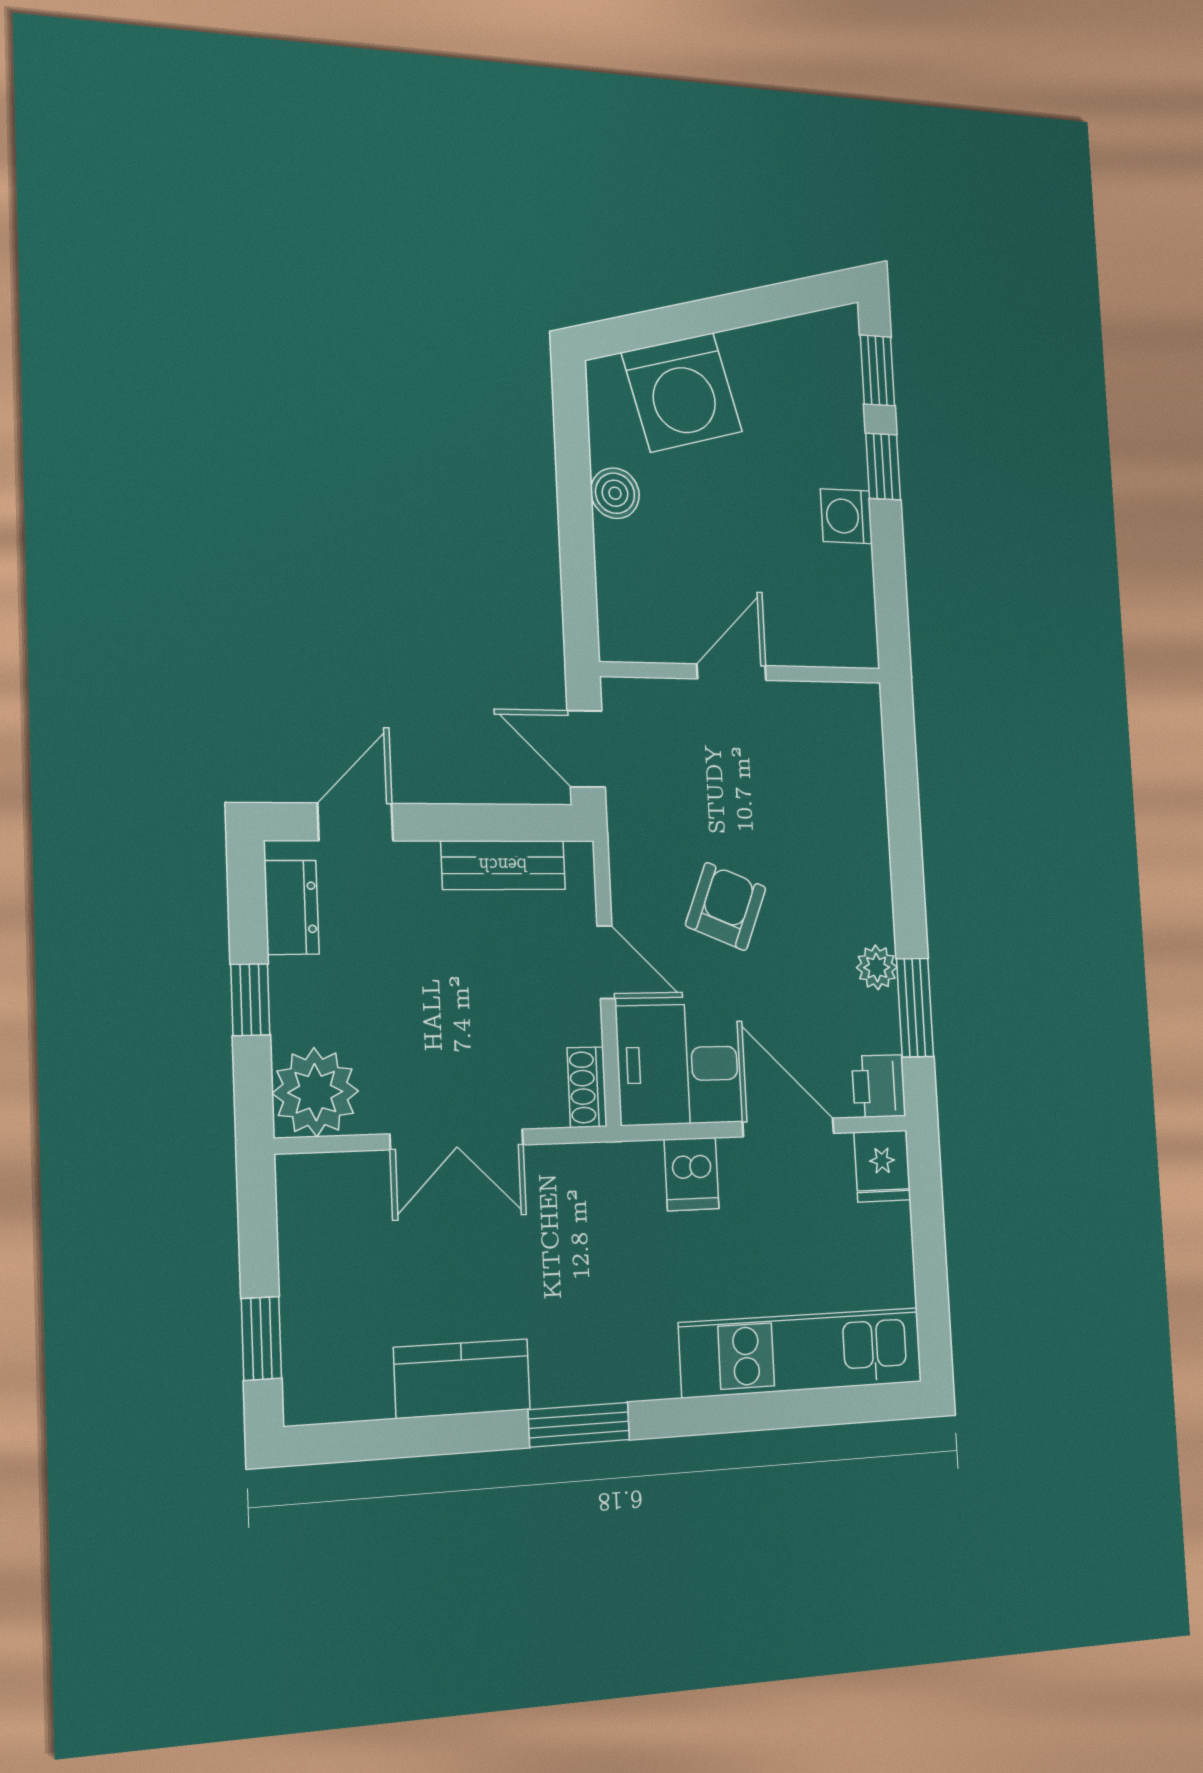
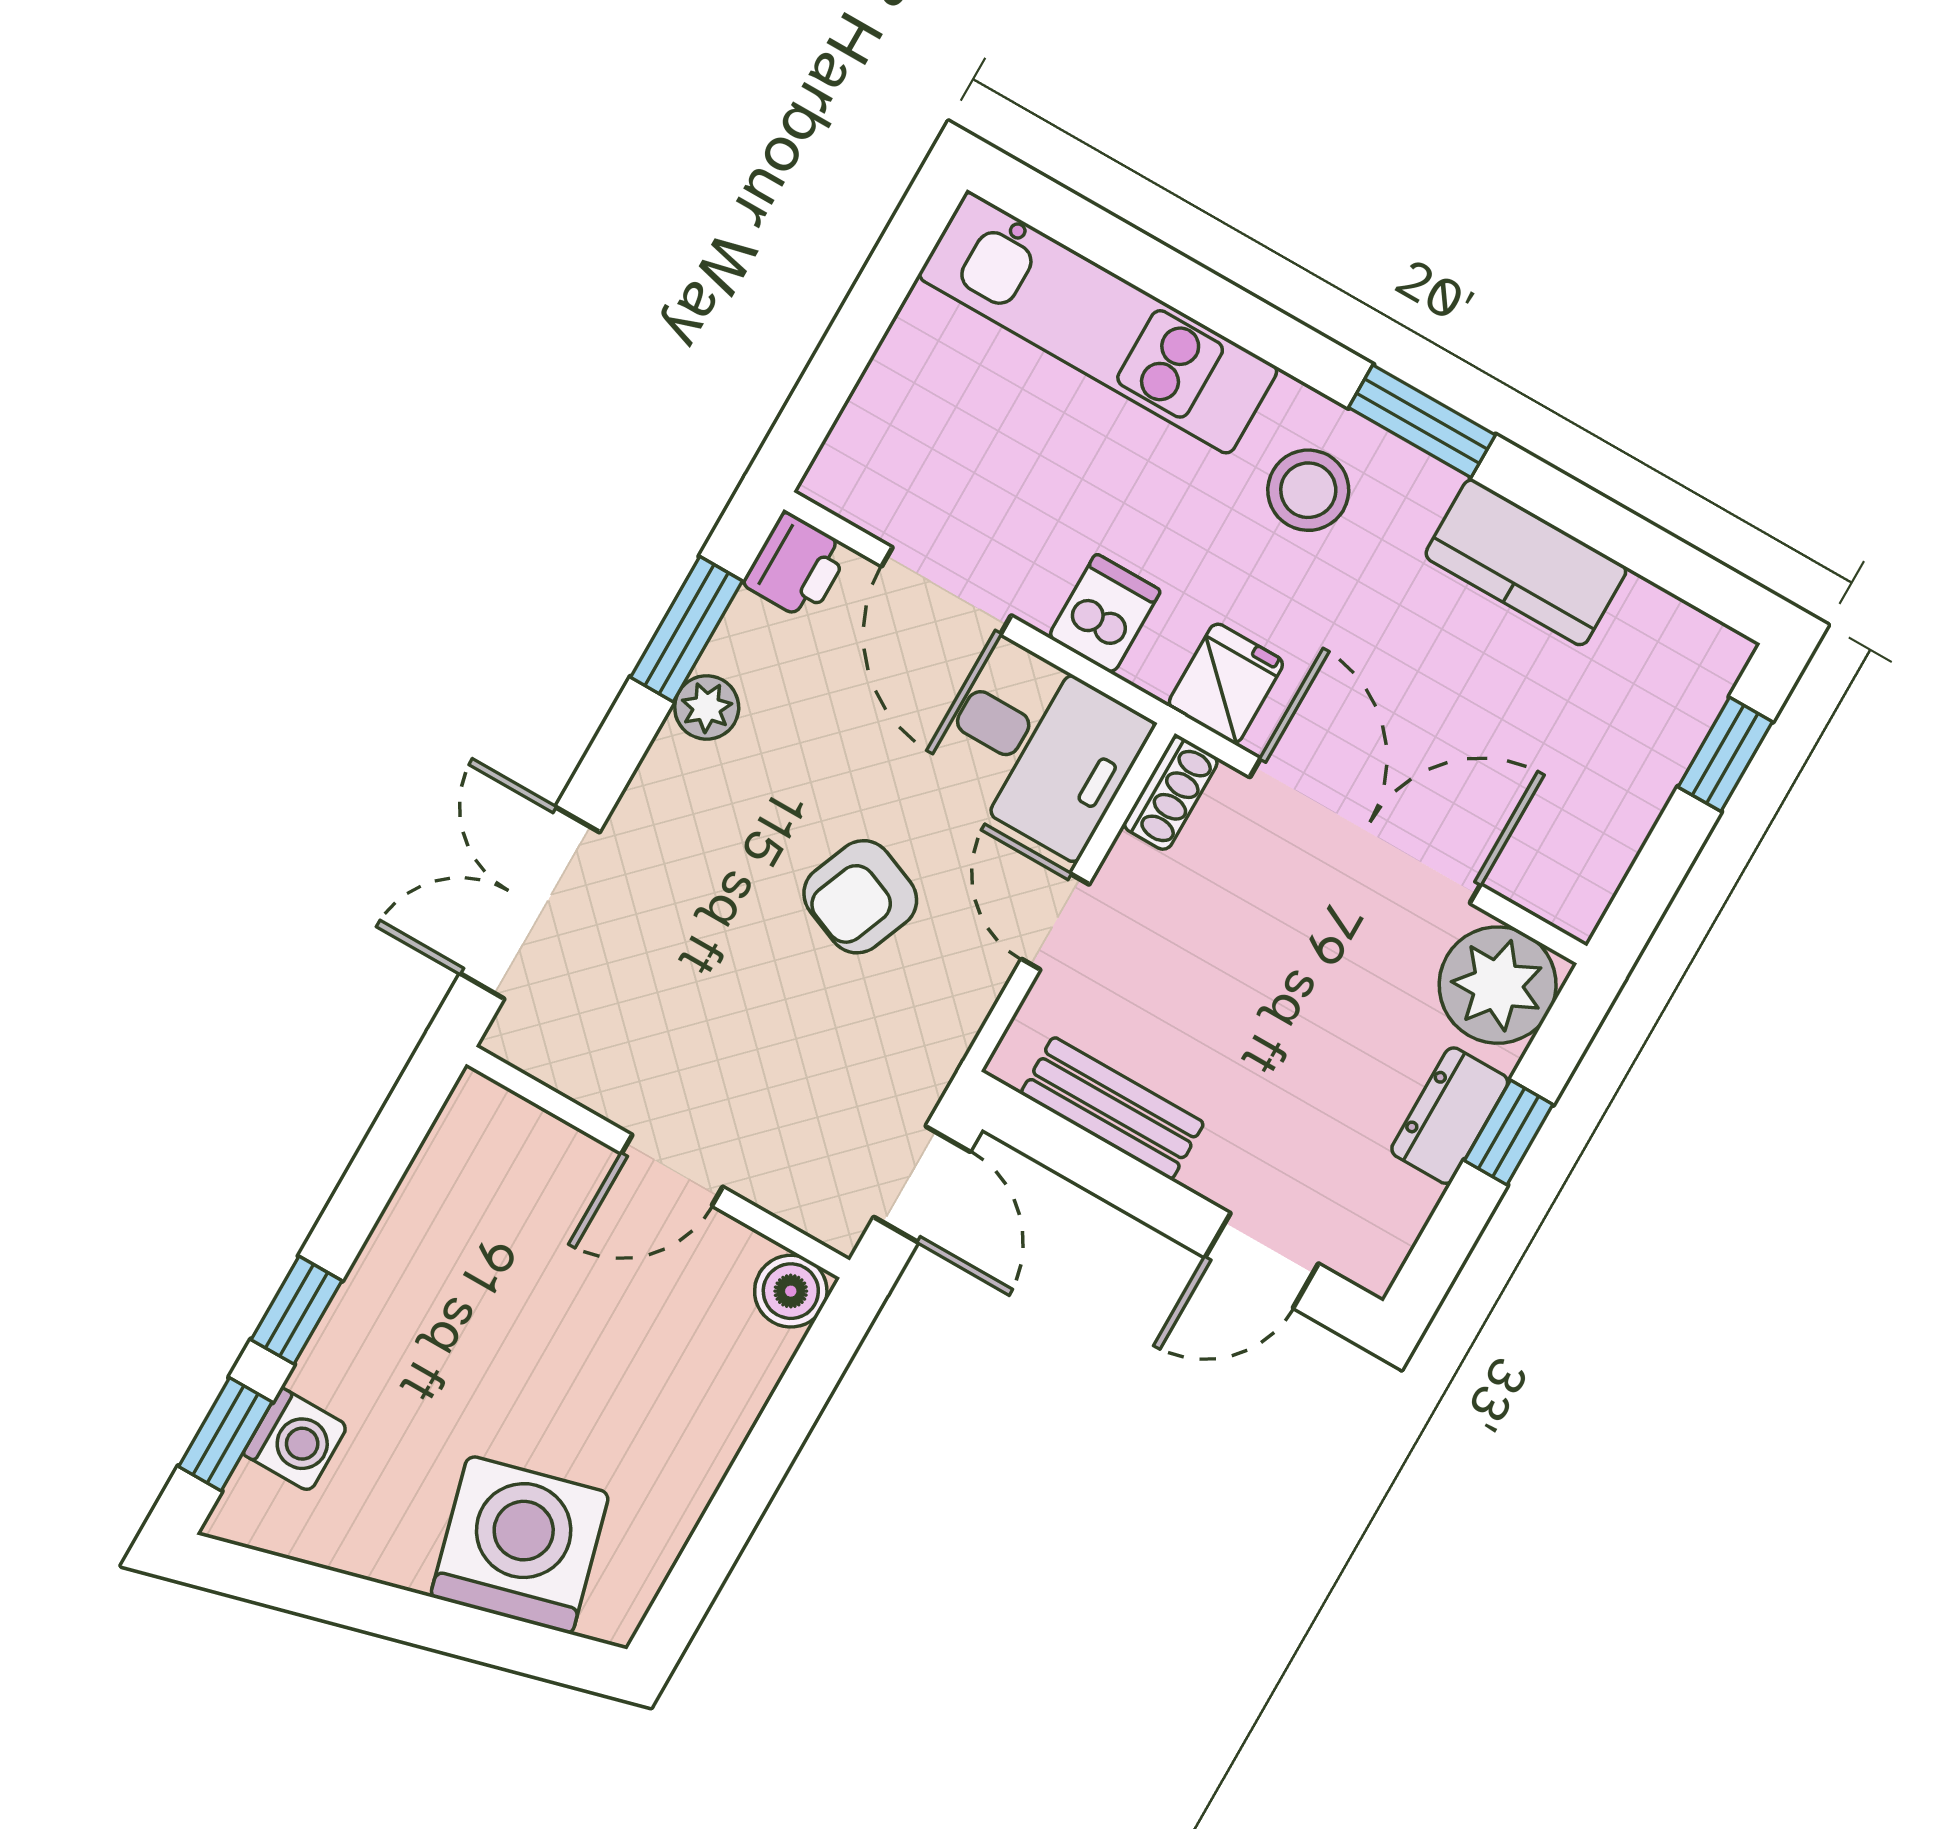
boiler: (615, 493) -> (791, 1291), moved
washing machine: (846, 516) -> (295, 1440), moved
double door: (902, 787) -> (530, 903), added
dresser: (292, 907) -> (1450, 1116), moved
double door: (457, 1139) -> (1365, 831), width x1.37
fridge: (882, 1166) -> (1226, 683), moved
stool: (620, 1333) -> (1308, 490), added

